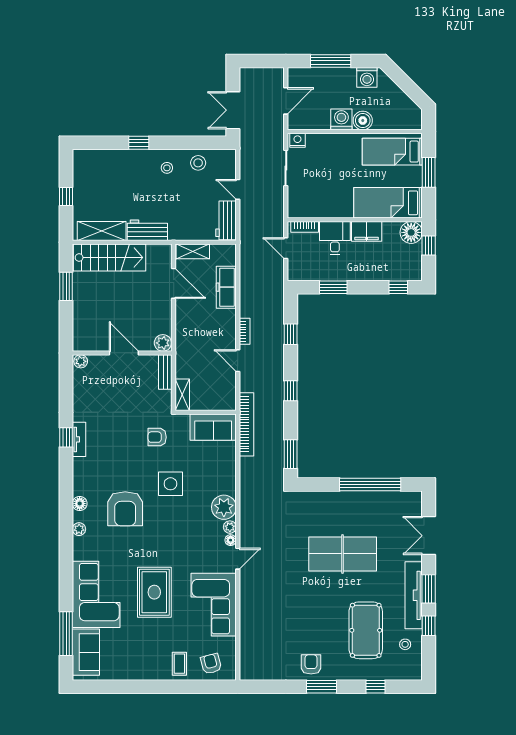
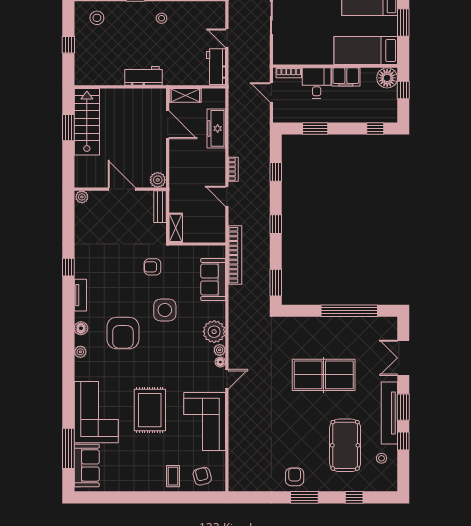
stool: (198, 163) -> (97, 18), moved
shelving: (102, 231) -> (101, 76), removed
stairs: (109, 258) -> (87, 122), moved, turned -90
sofa: (213, 427) -> (213, 280), moved, turned 90
tv unit: (79, 439) -> (80, 295), moved

